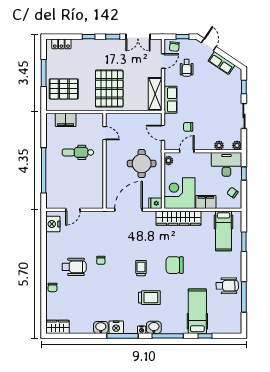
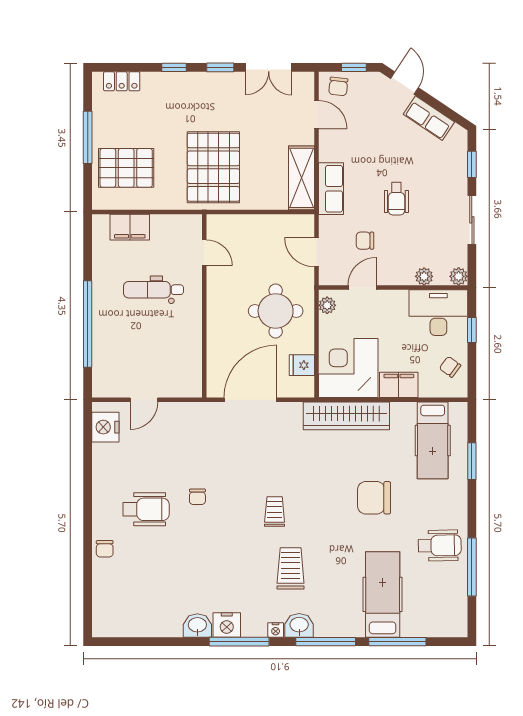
door: (163, 61) -> (316, 115), hinge flipped
wheelchair: (187, 68) -> (396, 199), moved
fridge: (155, 203) -> (302, 365), moved
chair: (175, 265) -> (374, 498), moved
trolley: (149, 298) -> (291, 568), turned -90
wardrobe: (58, 327) -> (114, 624), removed
window: (205, 336) -> (397, 642), width x2.17

